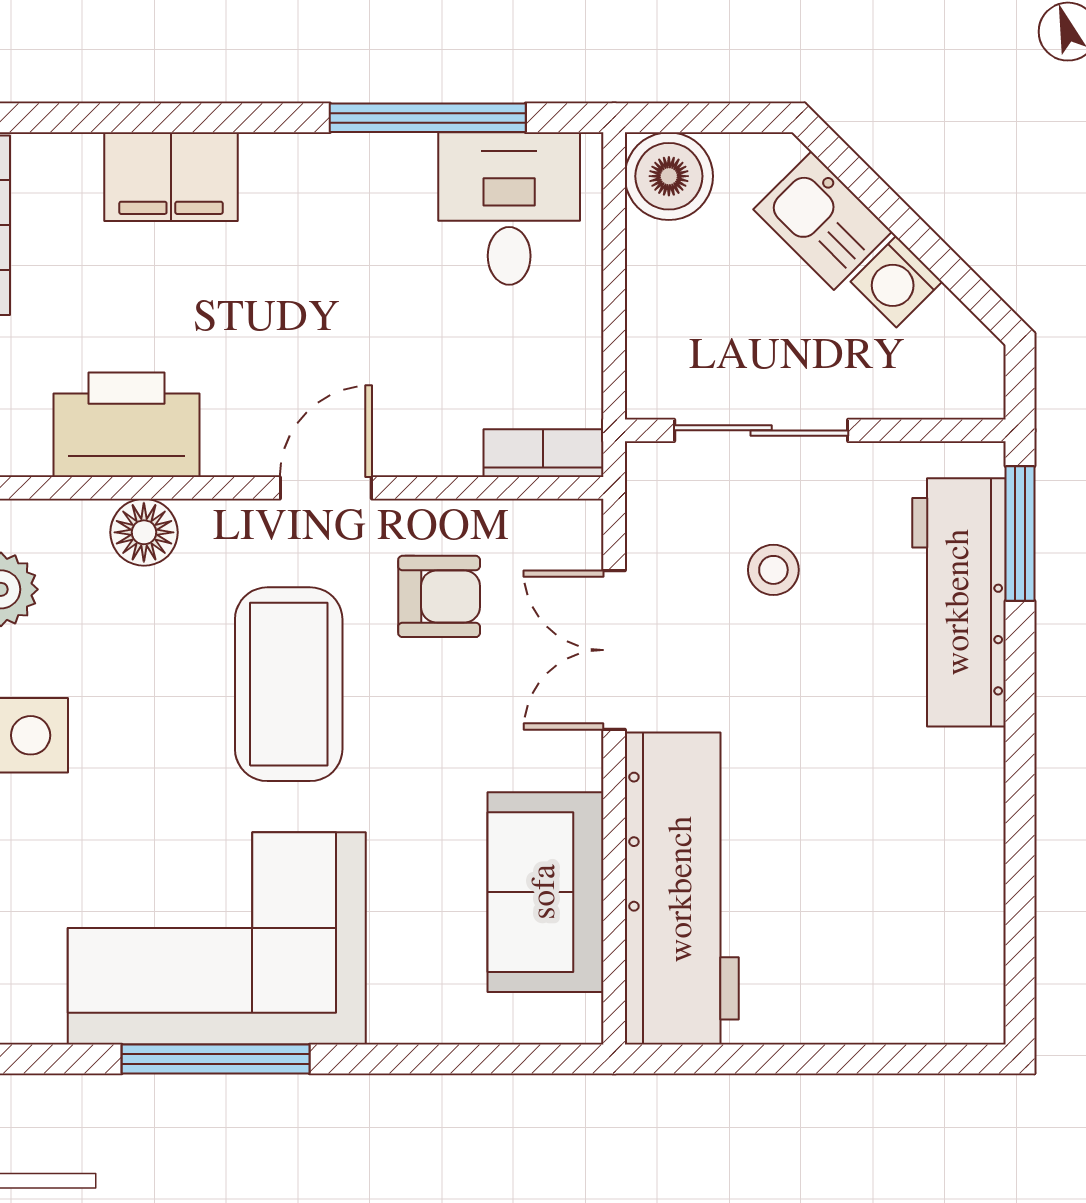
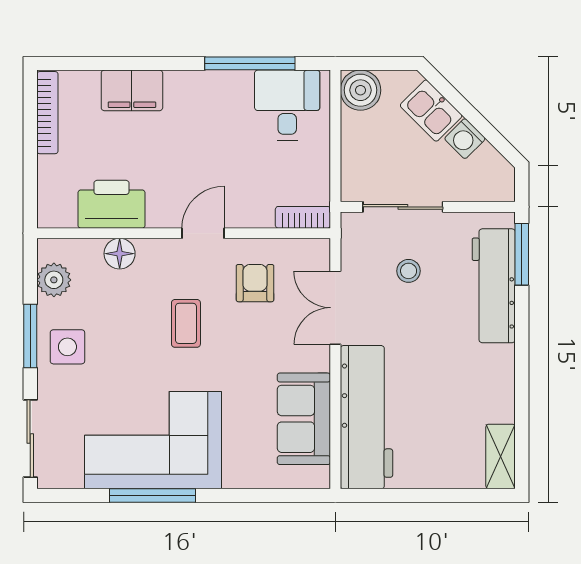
armchair: (439, 596) -> (255, 283), turned -90
coffee table: (289, 684) -> (186, 323), width x0.54, depth x0.58
shelving: (974, 974) -> (501, 456), added

